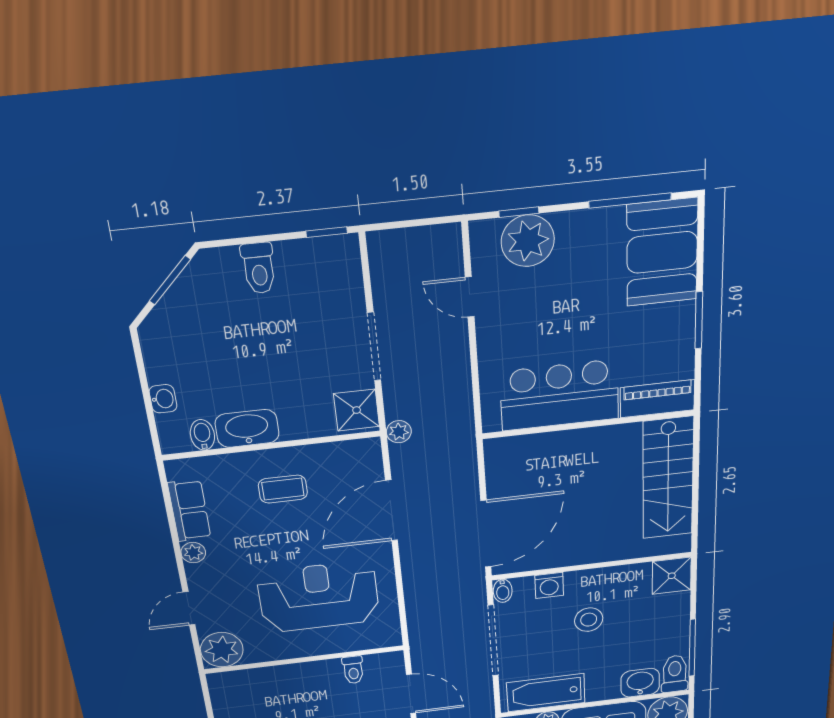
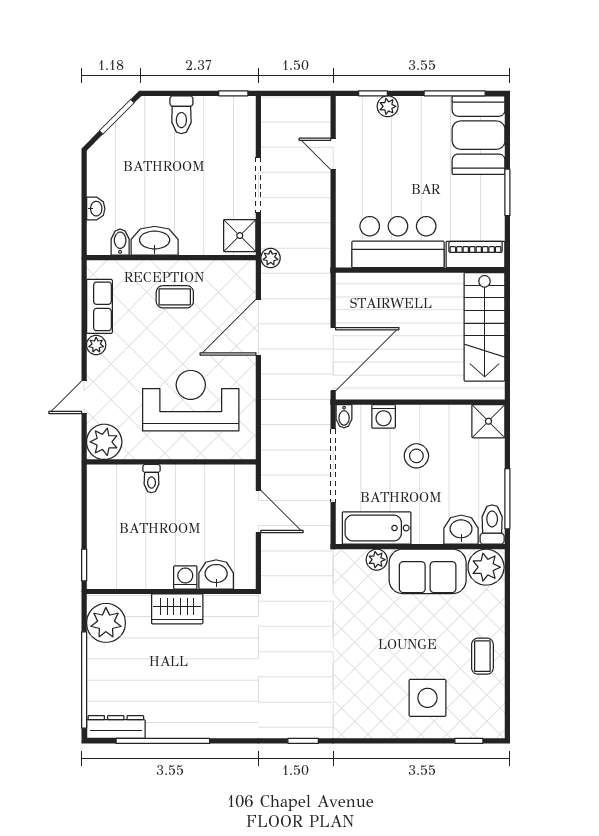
plant: (528, 241) -> (388, 106), width x0.53, depth x0.53
toilet: (353, 670) -> (151, 479), moved

